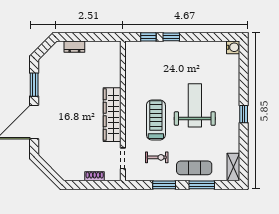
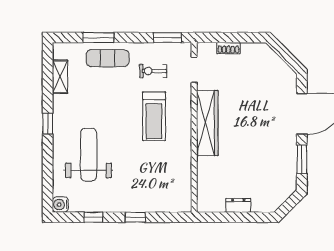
window: (148, 37) -> (94, 217), moved
dresser: (74, 47) -> (238, 205), moved
weight bench: (195, 105) -> (88, 155), moved, turned 180
shelving: (233, 167) -> (60, 77), moved
window: (164, 185) -> (167, 38), moved

